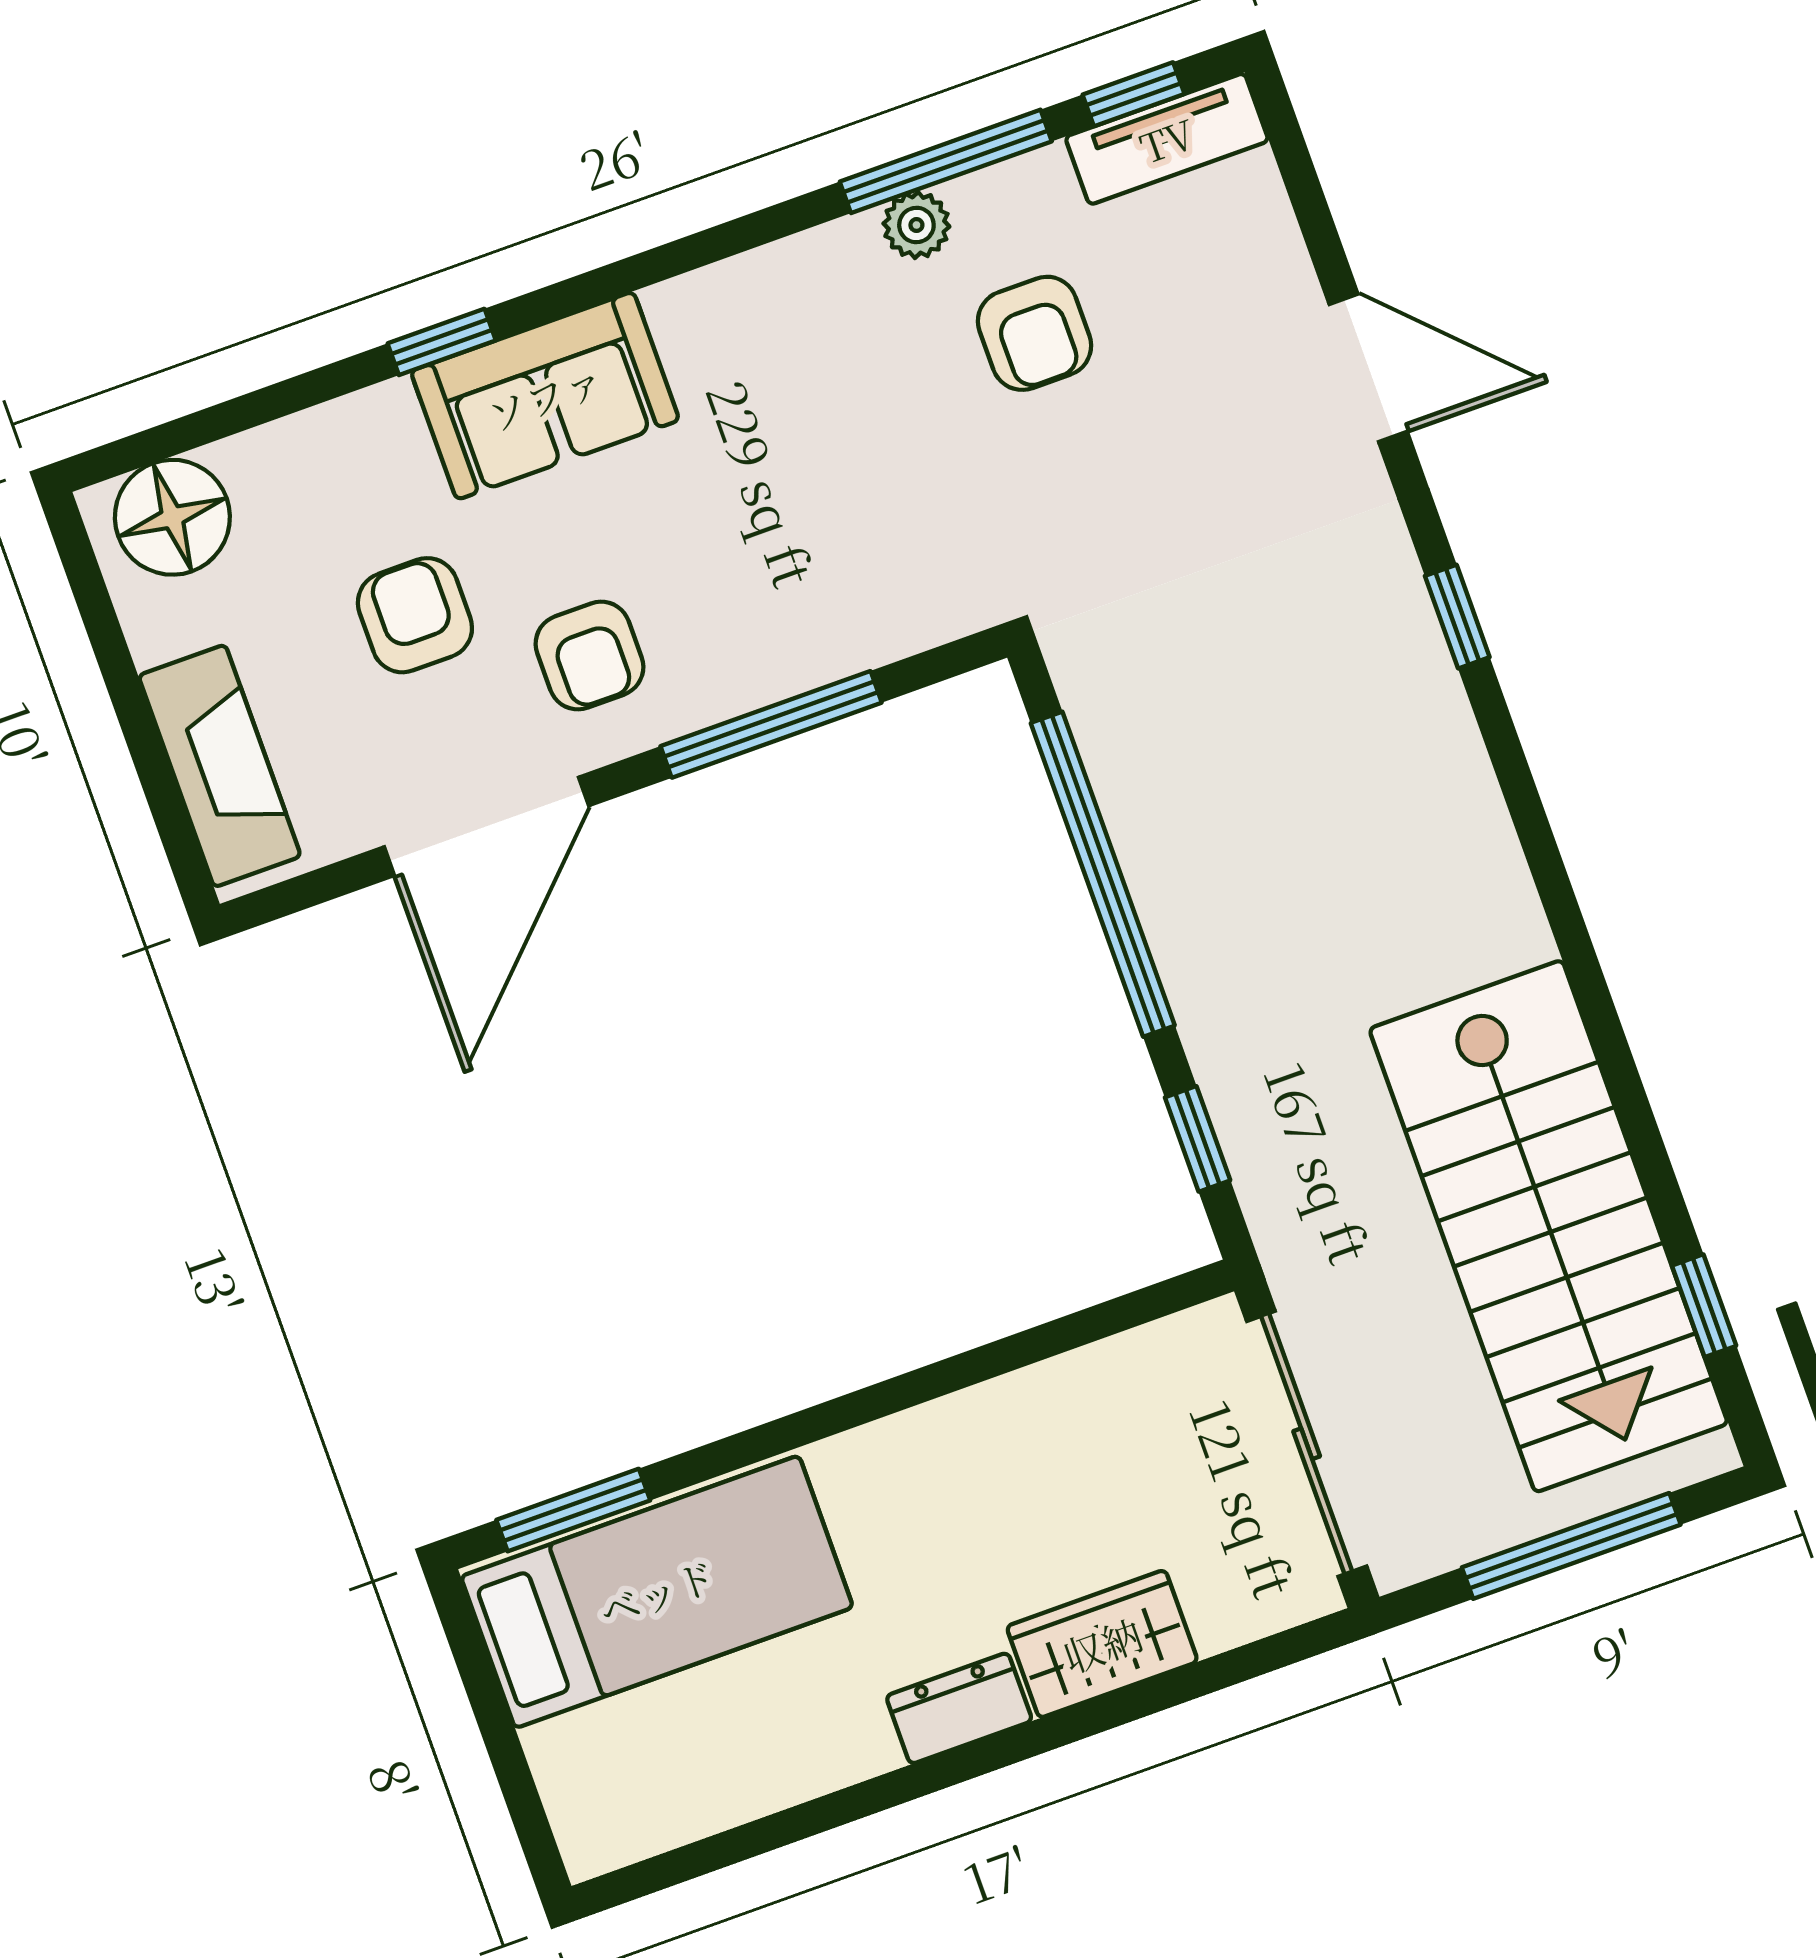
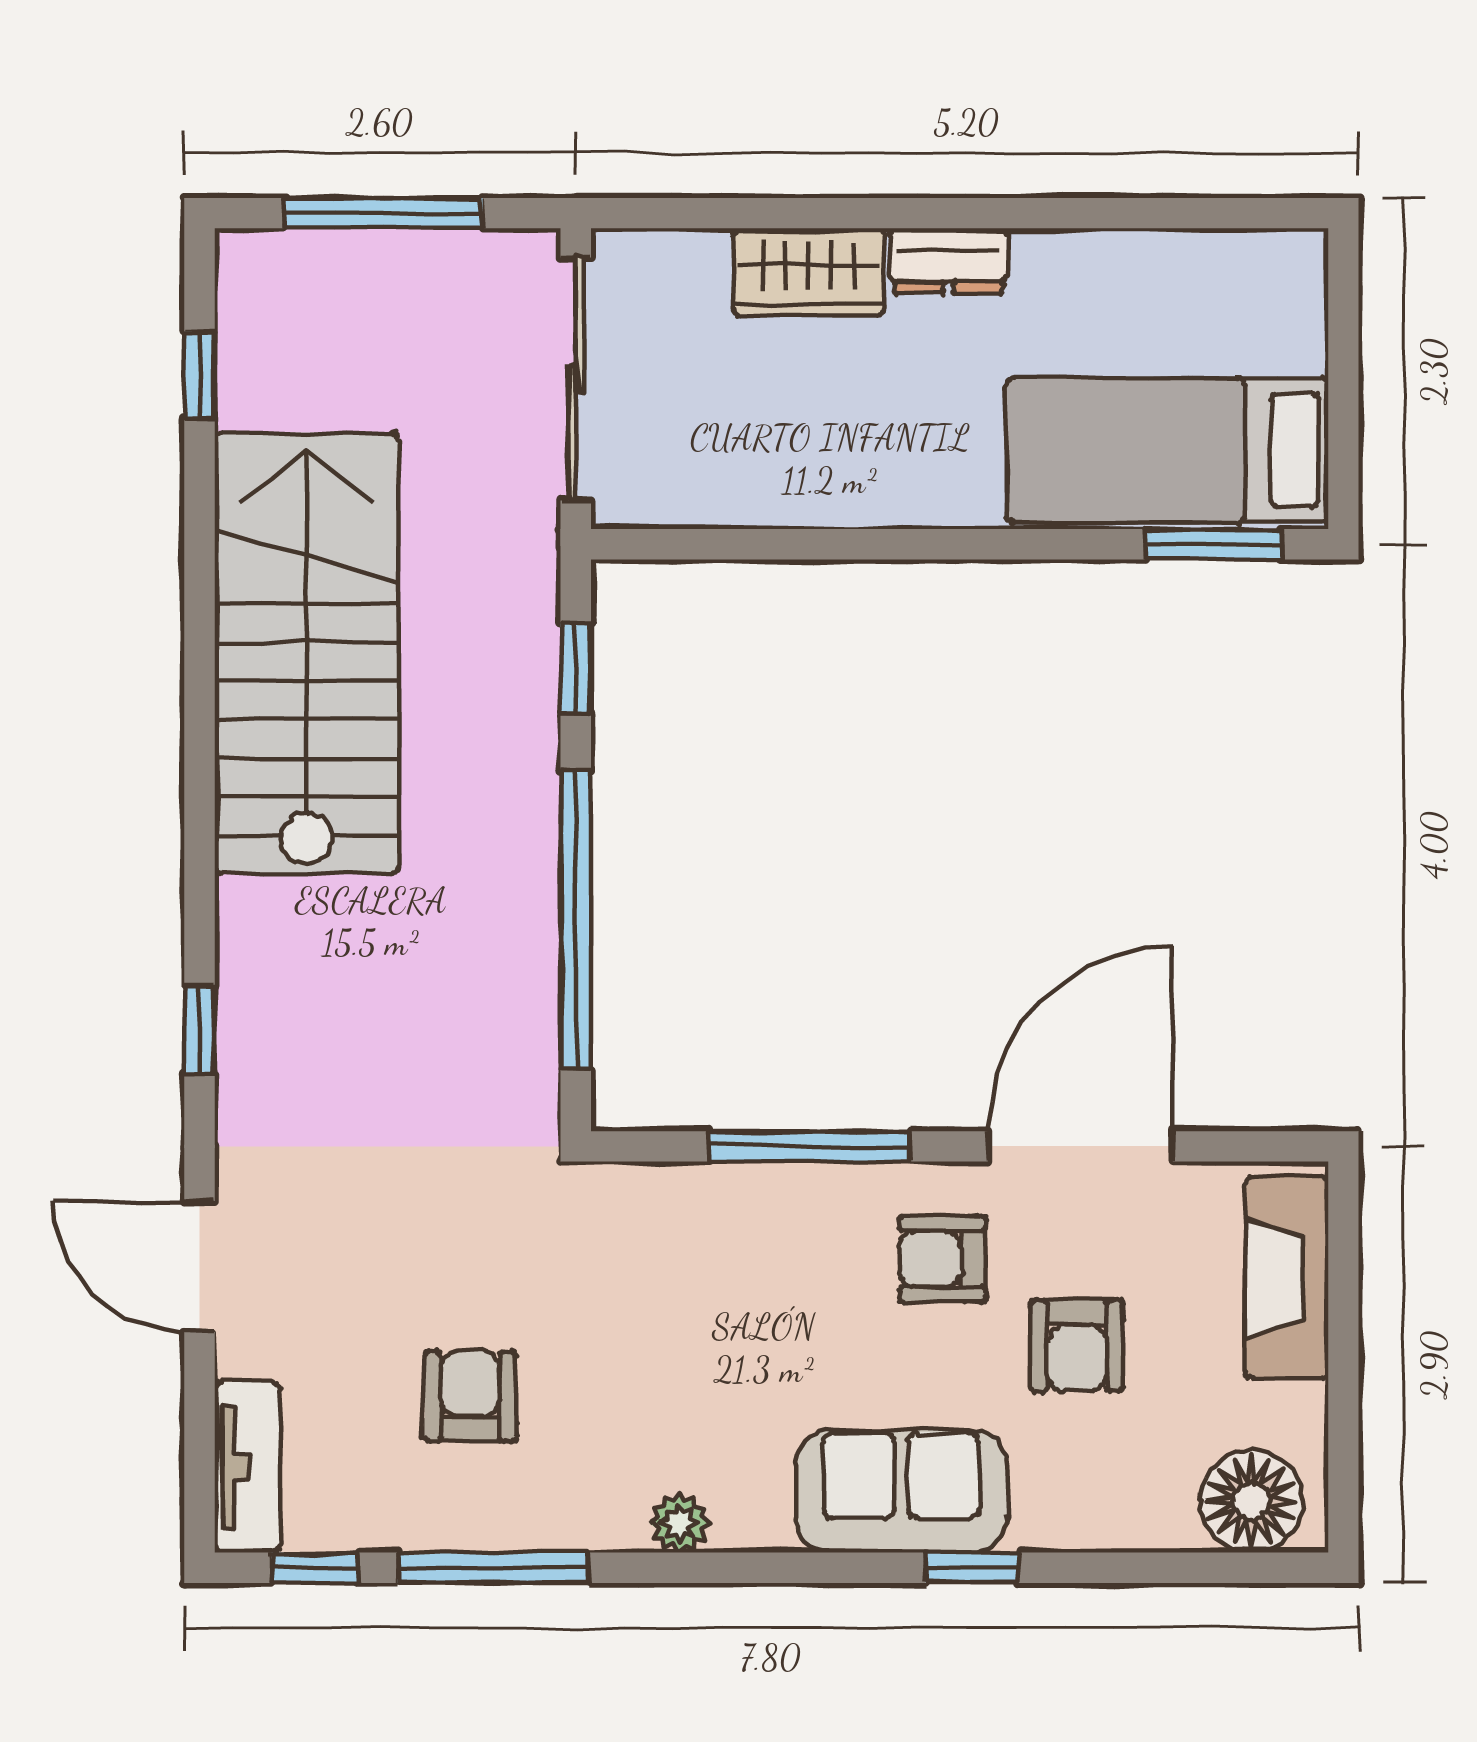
tv unit: (1167, 139) -> (247, 1467), moved, turned 90
plant: (916, 225) -> (679, 1523), moved
armchair: (589, 656) -> (942, 1259), turned -90
stairs: (1549, 1226) -> (306, 653), moved

